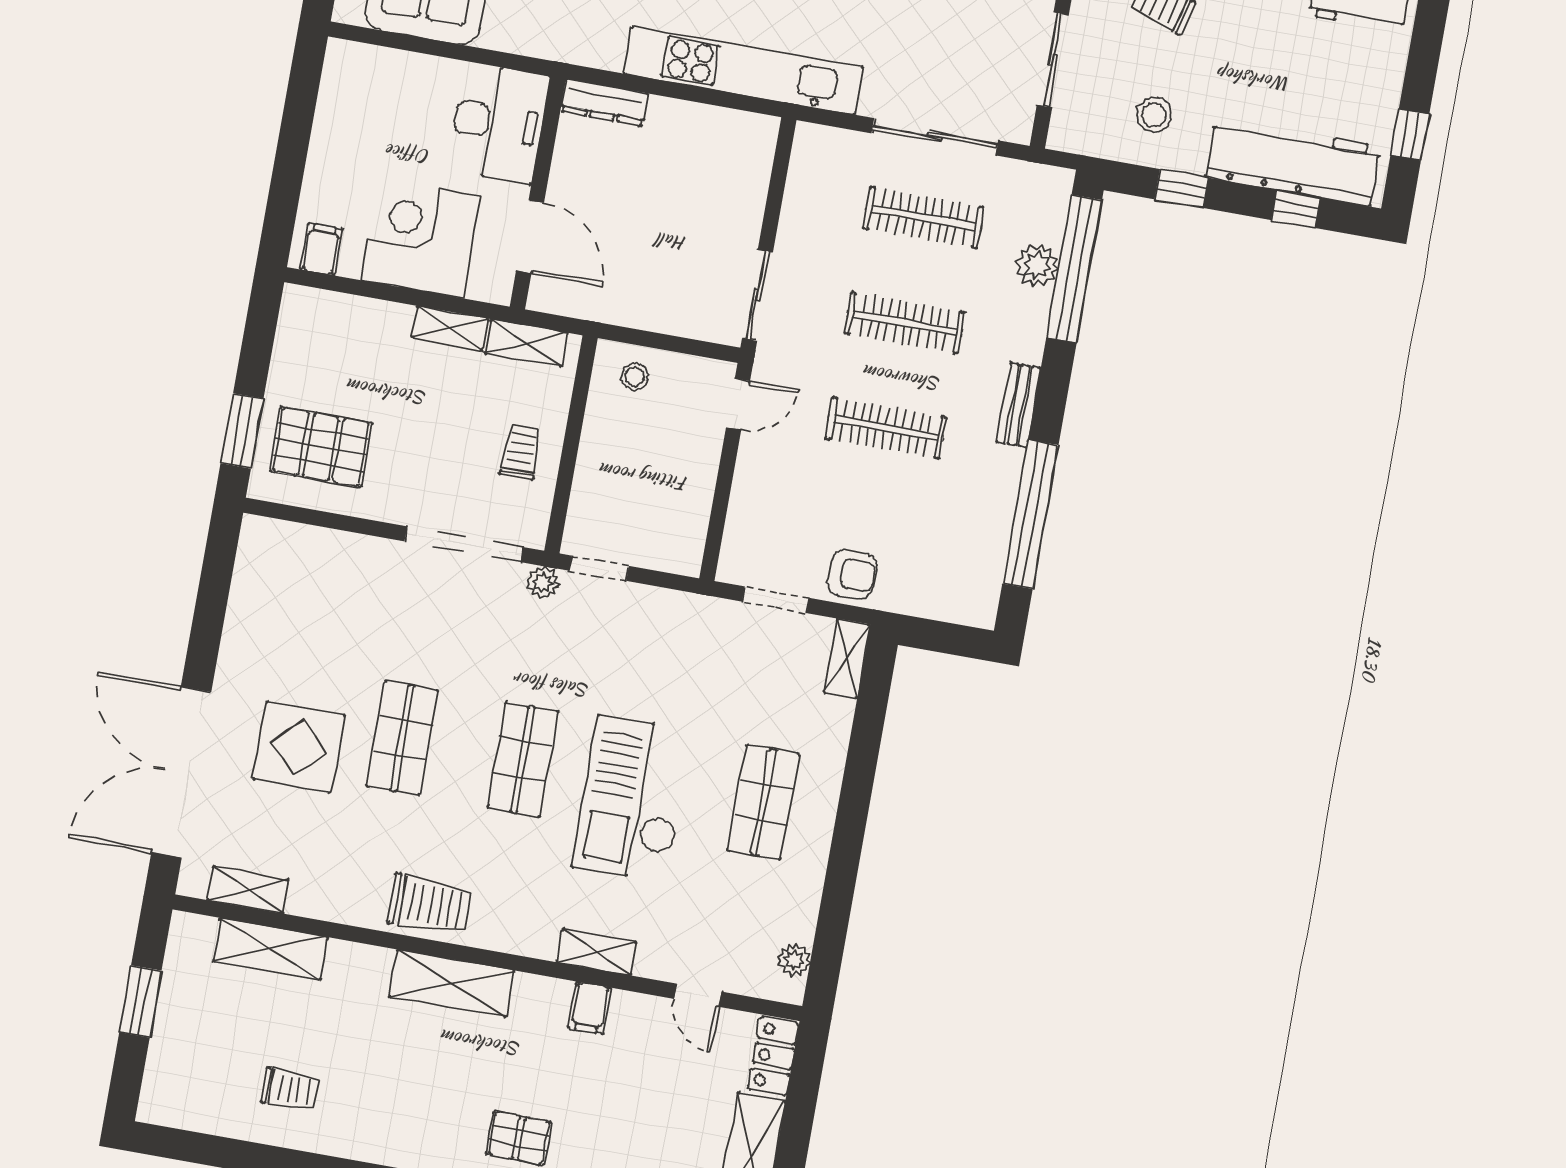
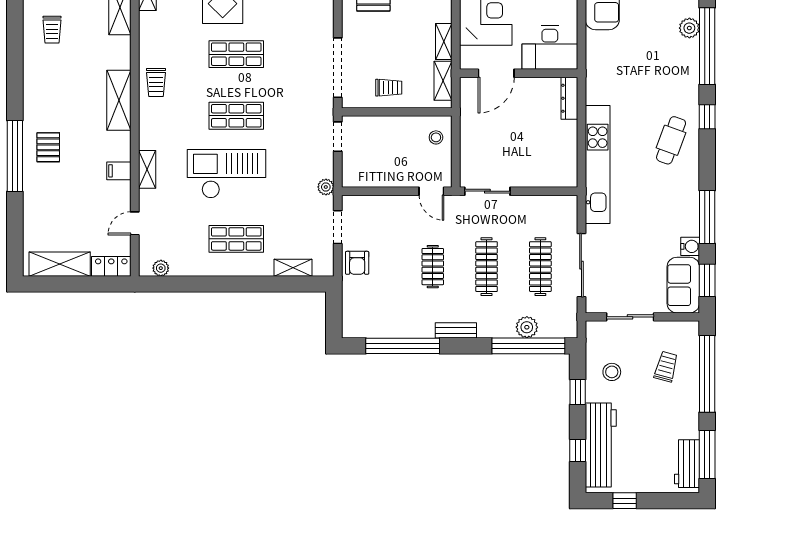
clothes rail: (886, 428) -> (433, 267), width x0.73
plant: (543, 583) -> (326, 187), moved
shelving: (847, 658) -> (293, 268), moved
trolley: (430, 905) -> (156, 83), width x0.73, depth x0.72

